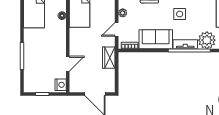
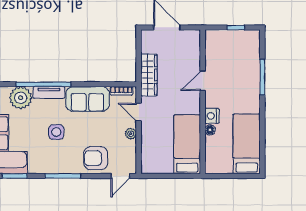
door: (117, 29) -> (139, 112), swing flipped
wardrobe: (109, 58) -> (149, 75), width x1.50
door: (68, 64) -> (203, 81), moved
nightstand: (61, 85) -> (212, 116), moved

